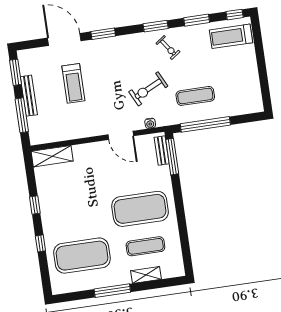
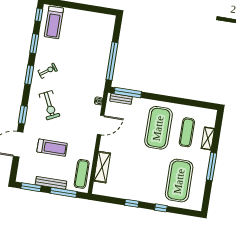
exercise bike: (148, 89) -> (49, 105), moved
exercise mat: (195, 96) -> (82, 174), moved
shelving: (52, 156) -> (102, 167), moved

